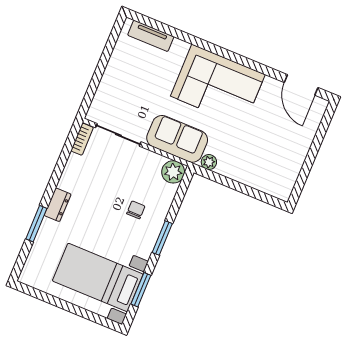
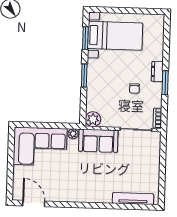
tv unit: (151, 36) -> (133, 199), width x1.41
corner sofa: (218, 85) -> (40, 147), moved, turned 180
chair: (136, 210) -> (134, 89), moved
window: (36, 224) -> (165, 83), moved

